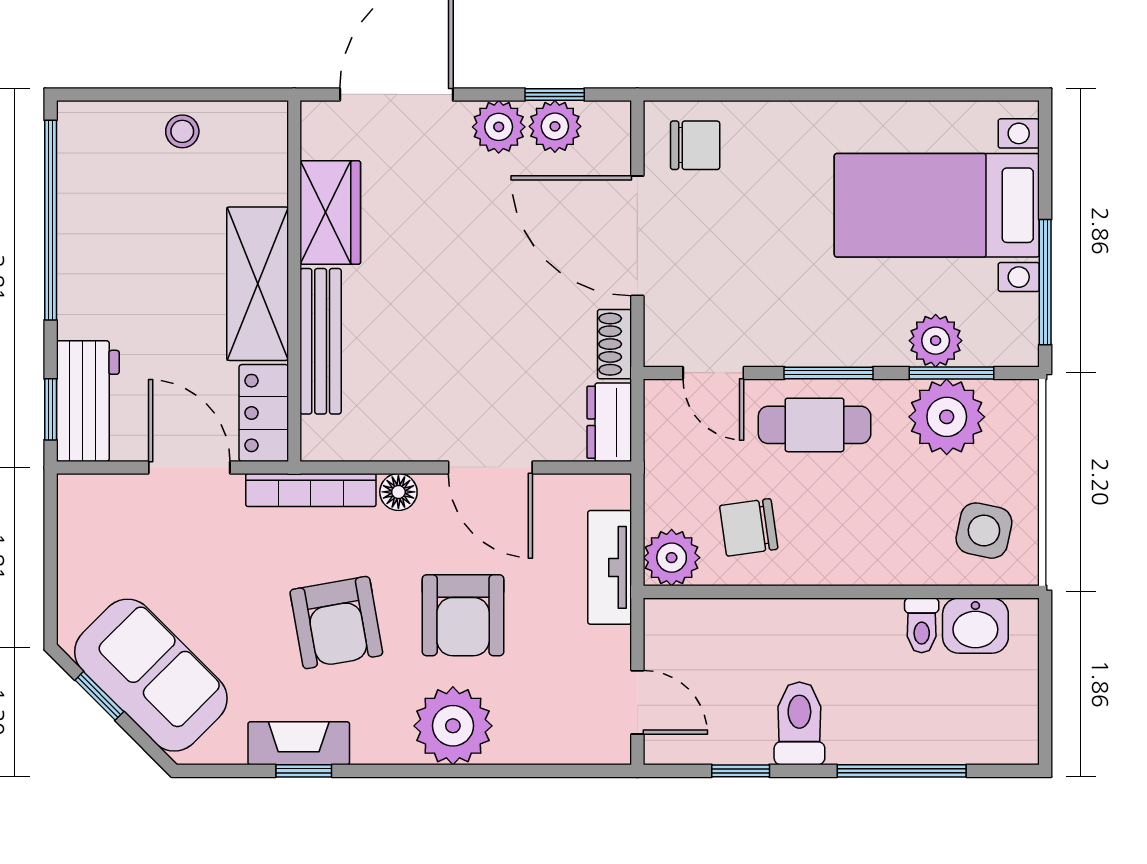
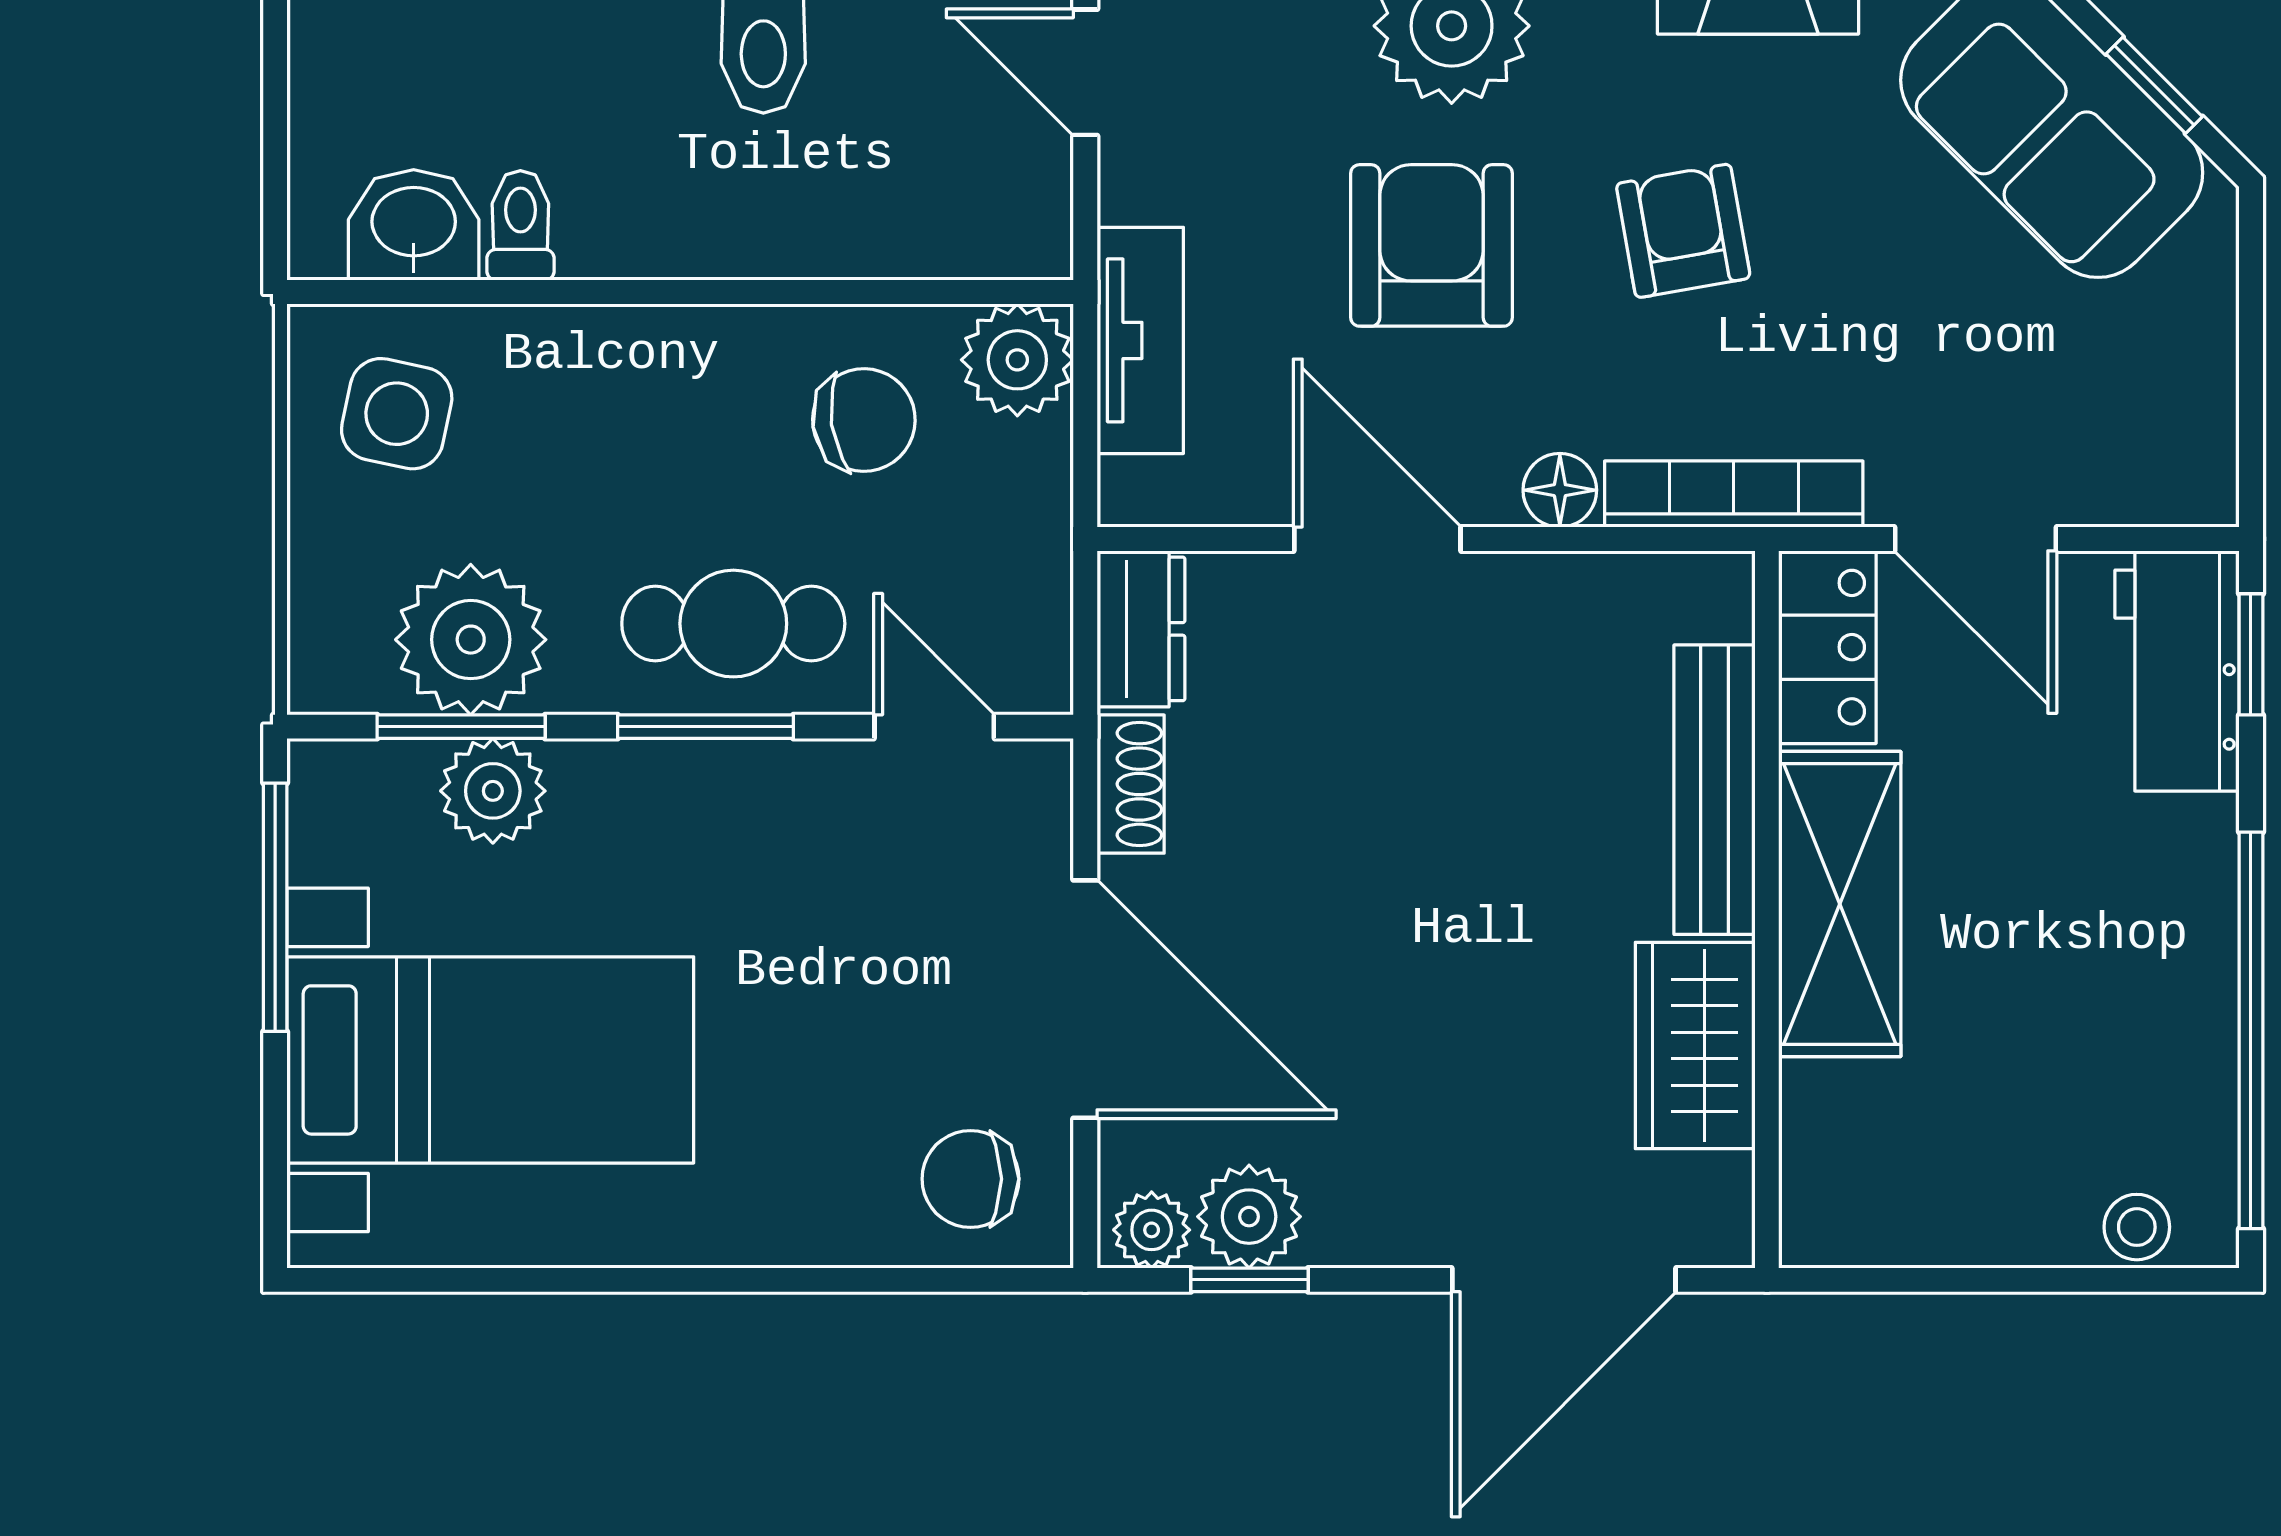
plant: (499, 127) -> (1152, 1230), moved, width x0.73, depth x0.73
stool: (182, 131) -> (2137, 1227), moved
armchair: (336, 623) -> (1683, 231), width x0.72, depth x0.72

